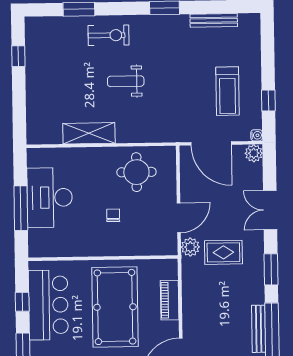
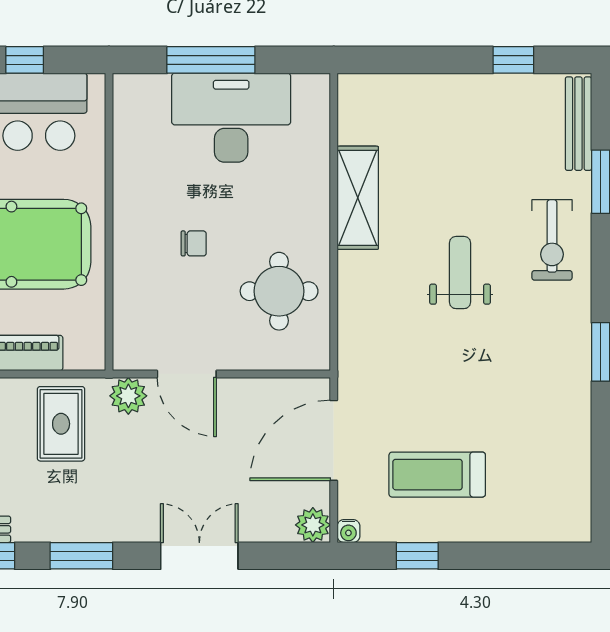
bench: (214, 20) -> (578, 124), moved
rug: (223, 252) -> (61, 424), moved

